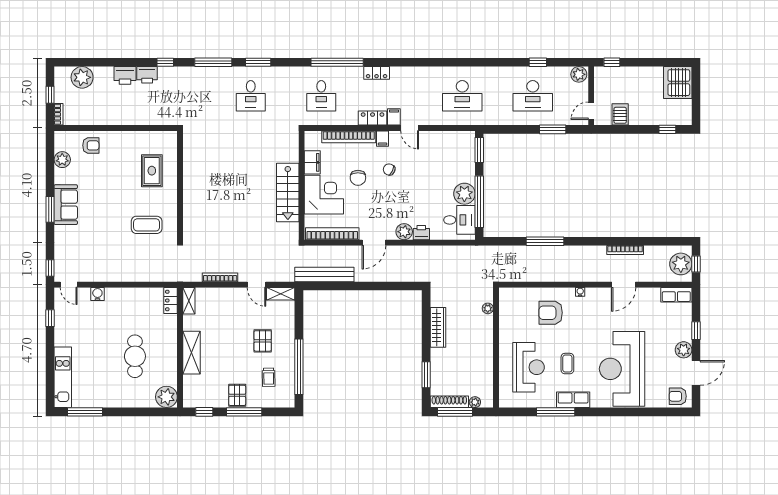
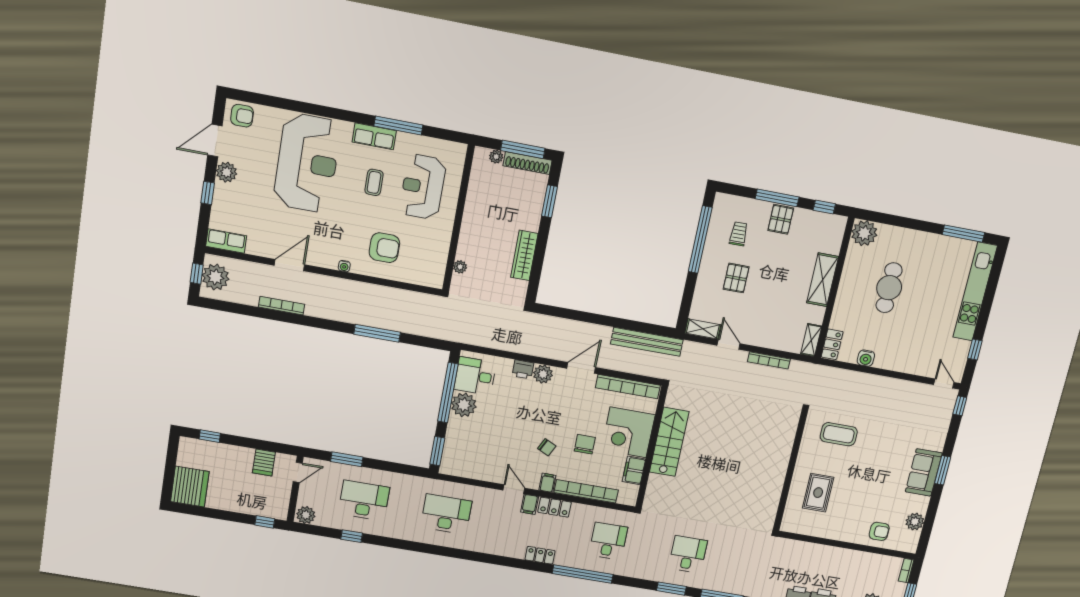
armchair: (91, 145) -> (879, 531), turned 180
water cooler: (97, 294) -> (866, 358), moved
kitchen unit: (63, 377) -> (975, 292), width x1.36

